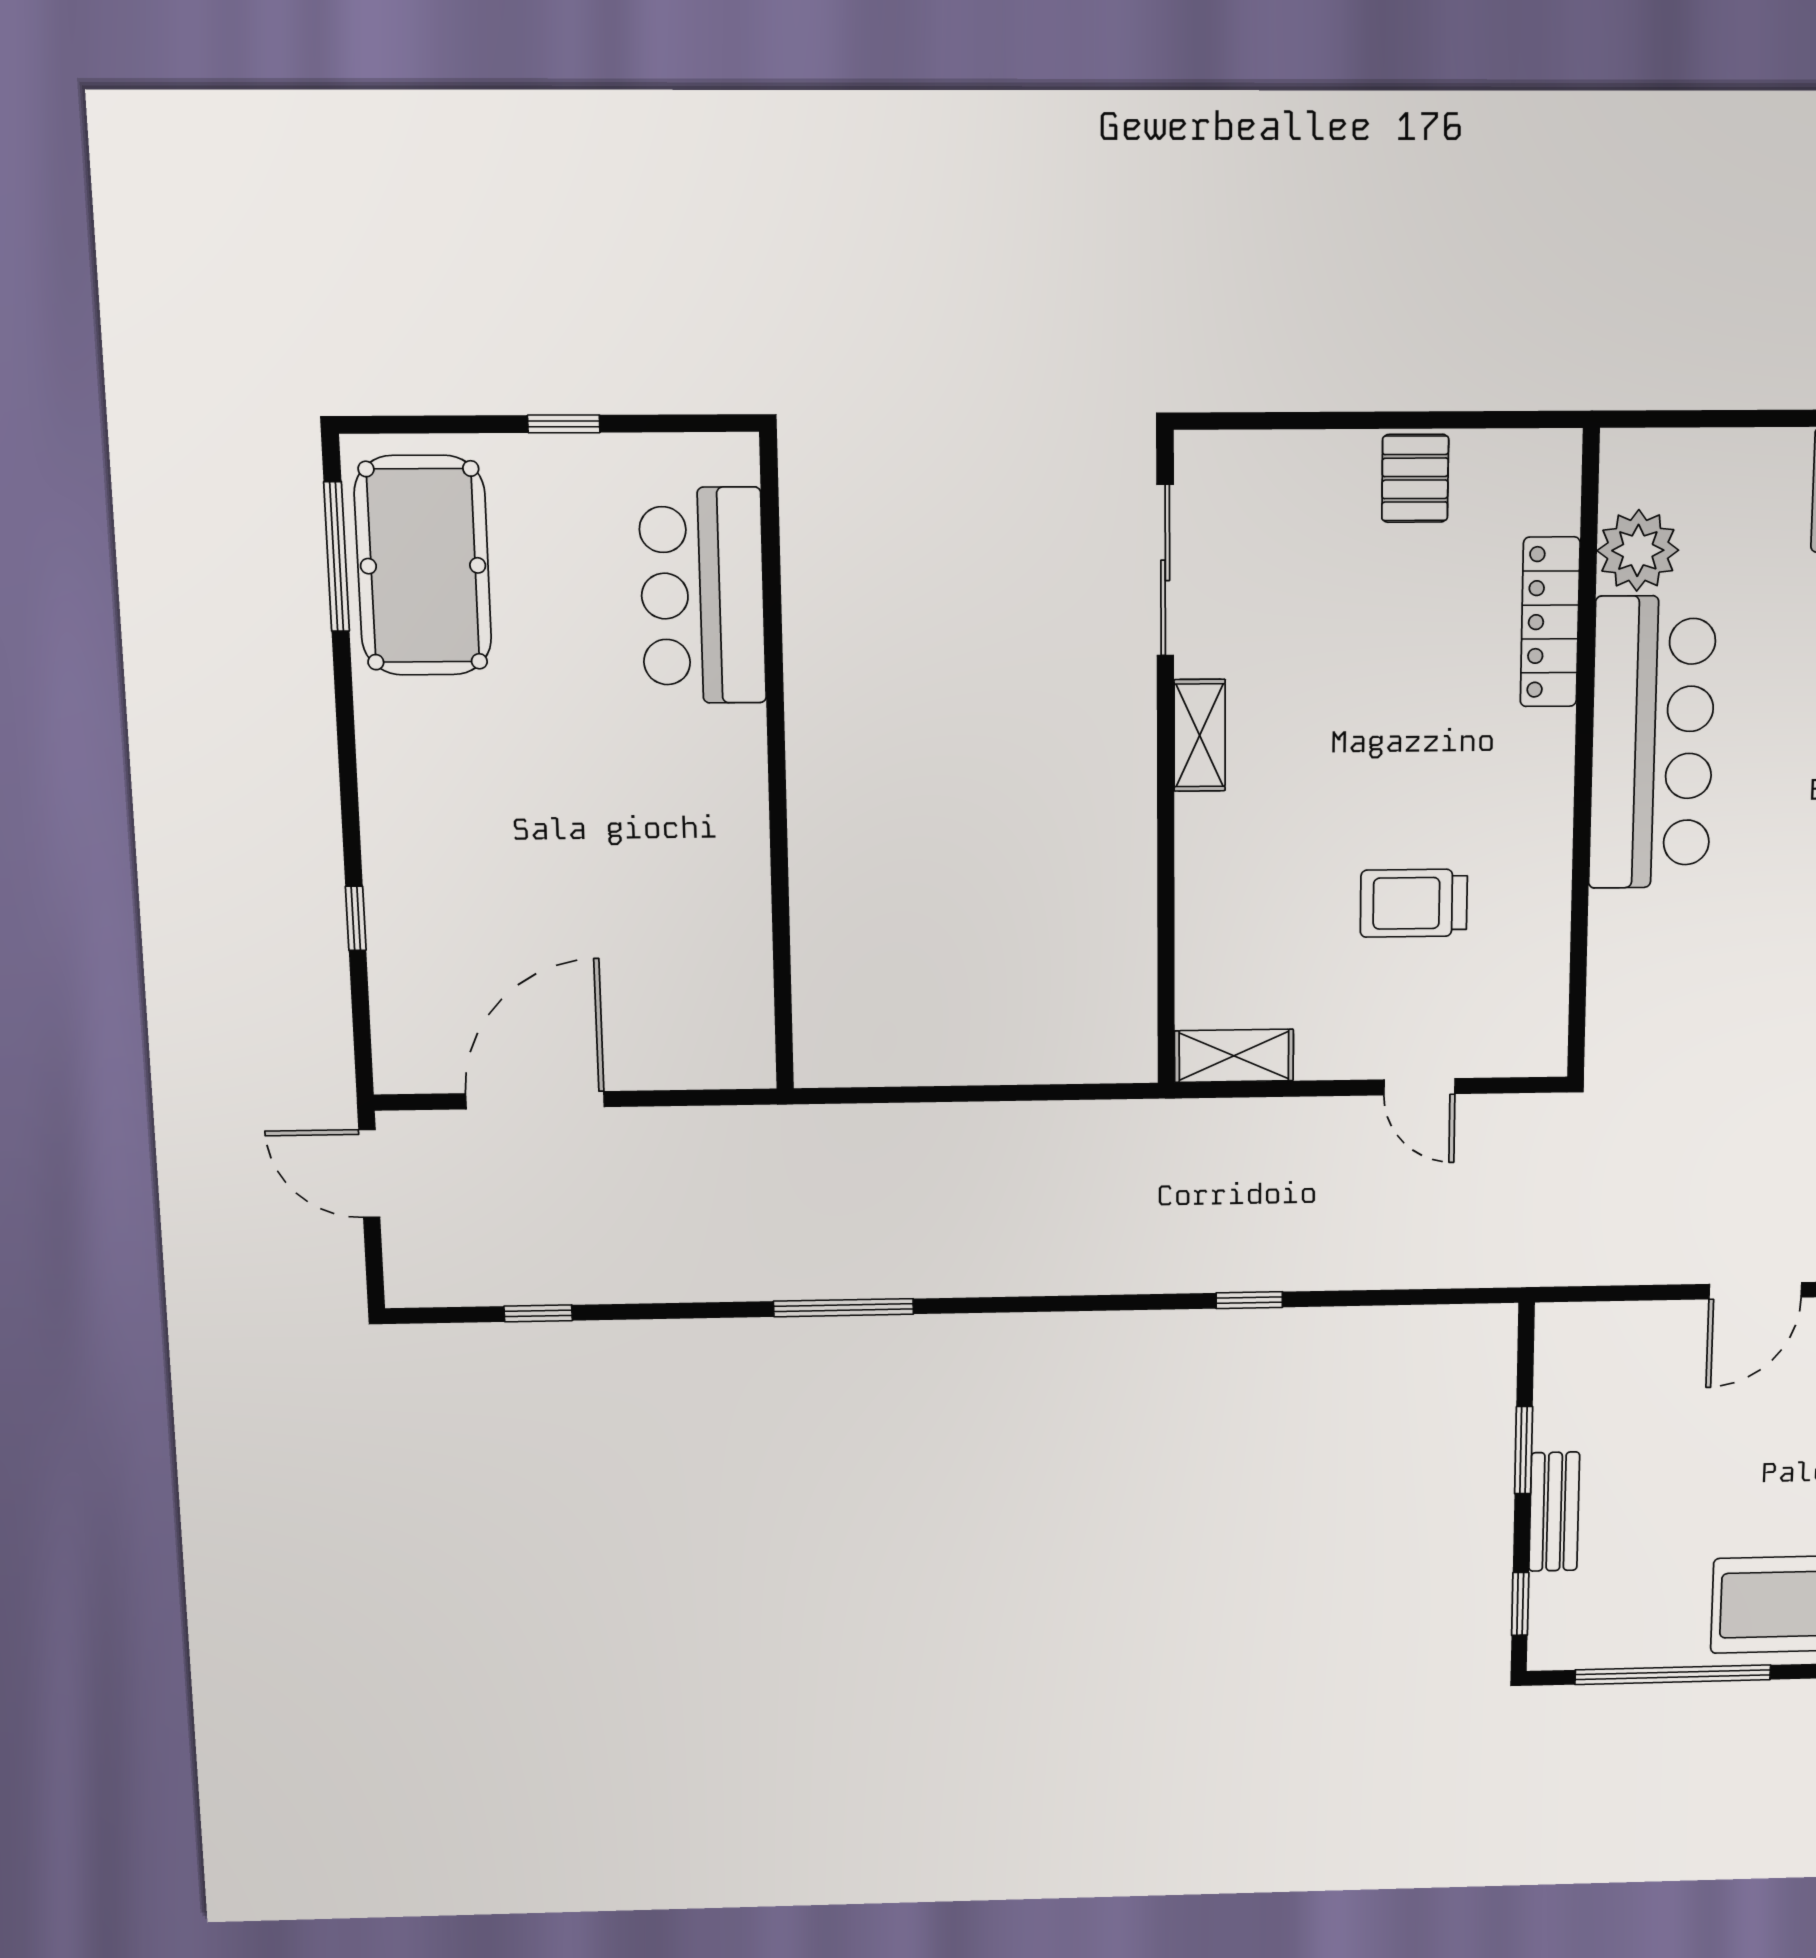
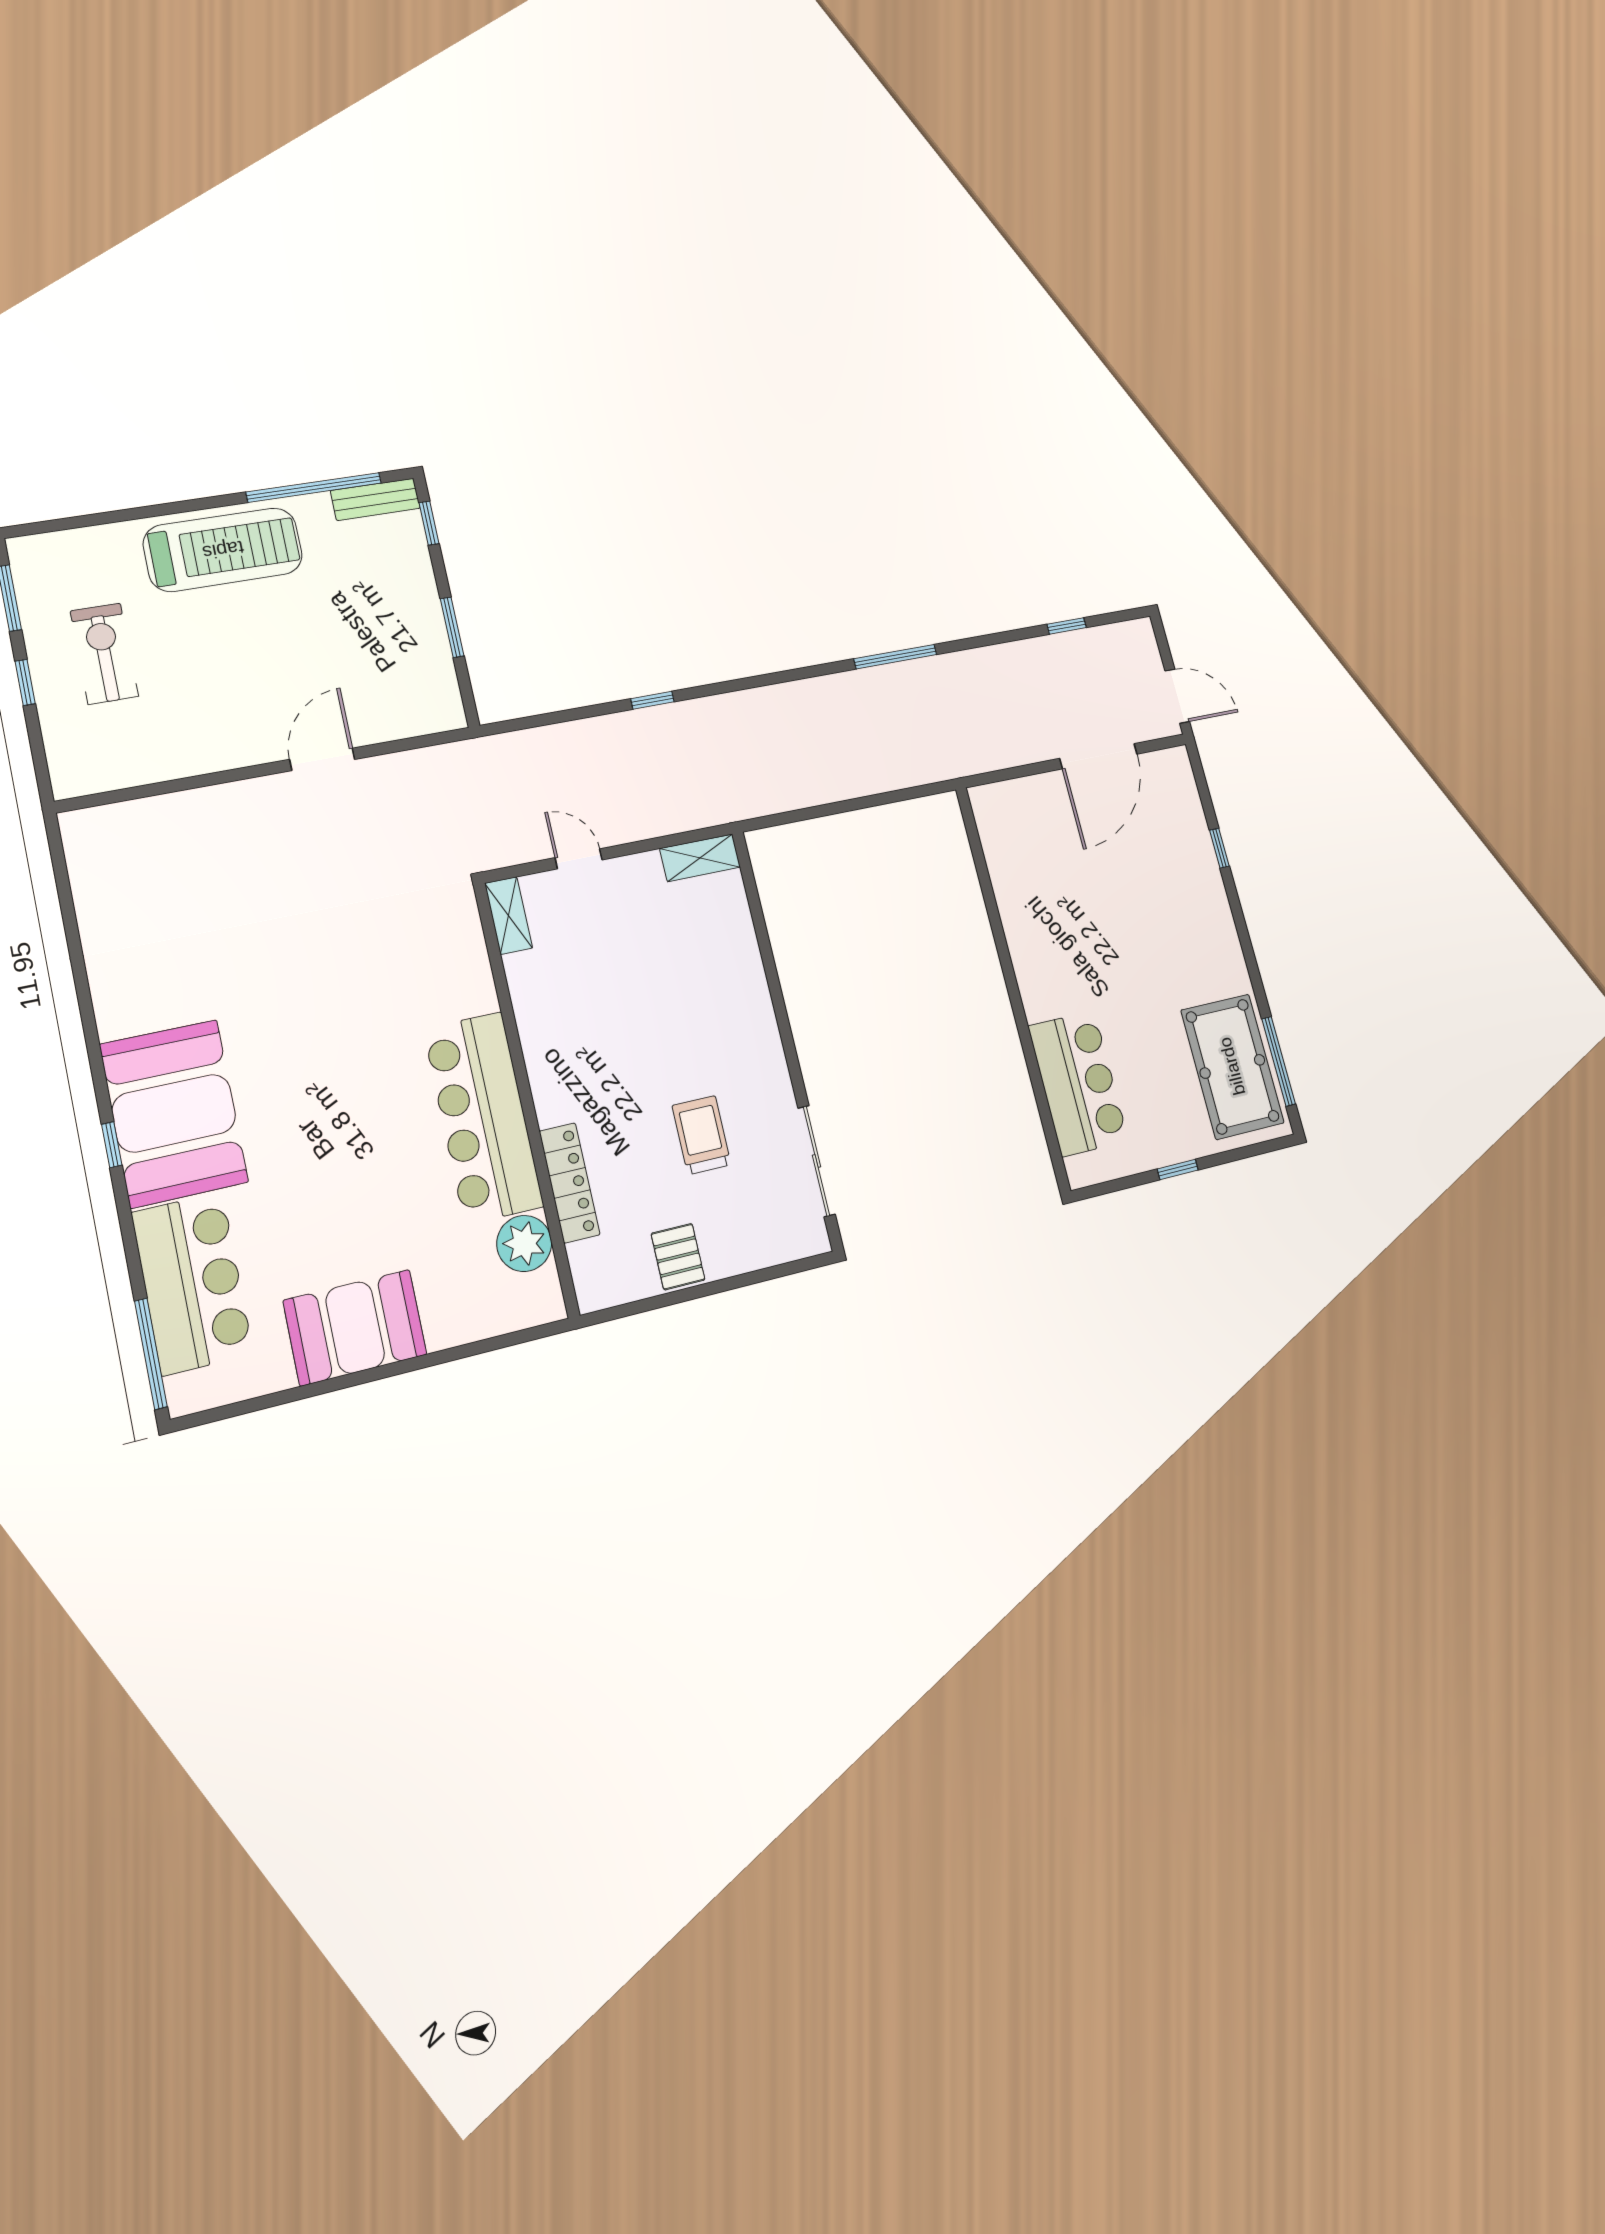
shelving: (1200, 735) -> (509, 915), moved
trolley: (1414, 903) -> (702, 1135), moved, turned -90
bench: (1554, 1512) -> (375, 499), moved, turned 90

